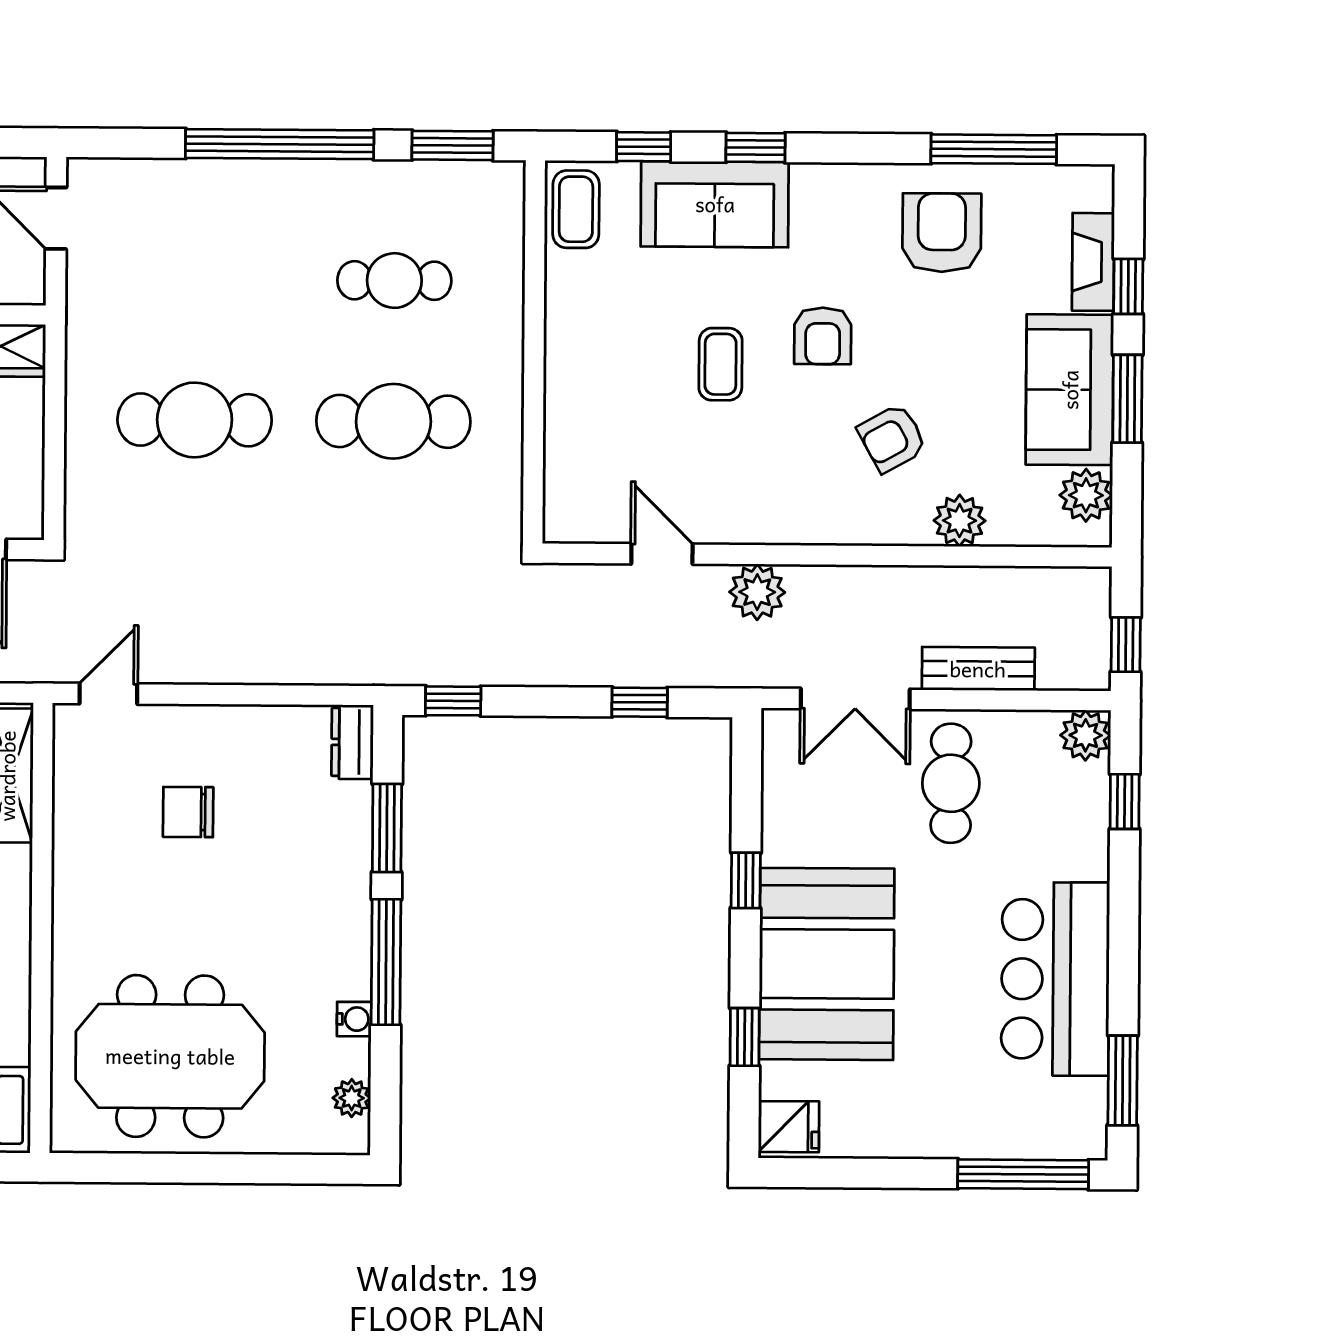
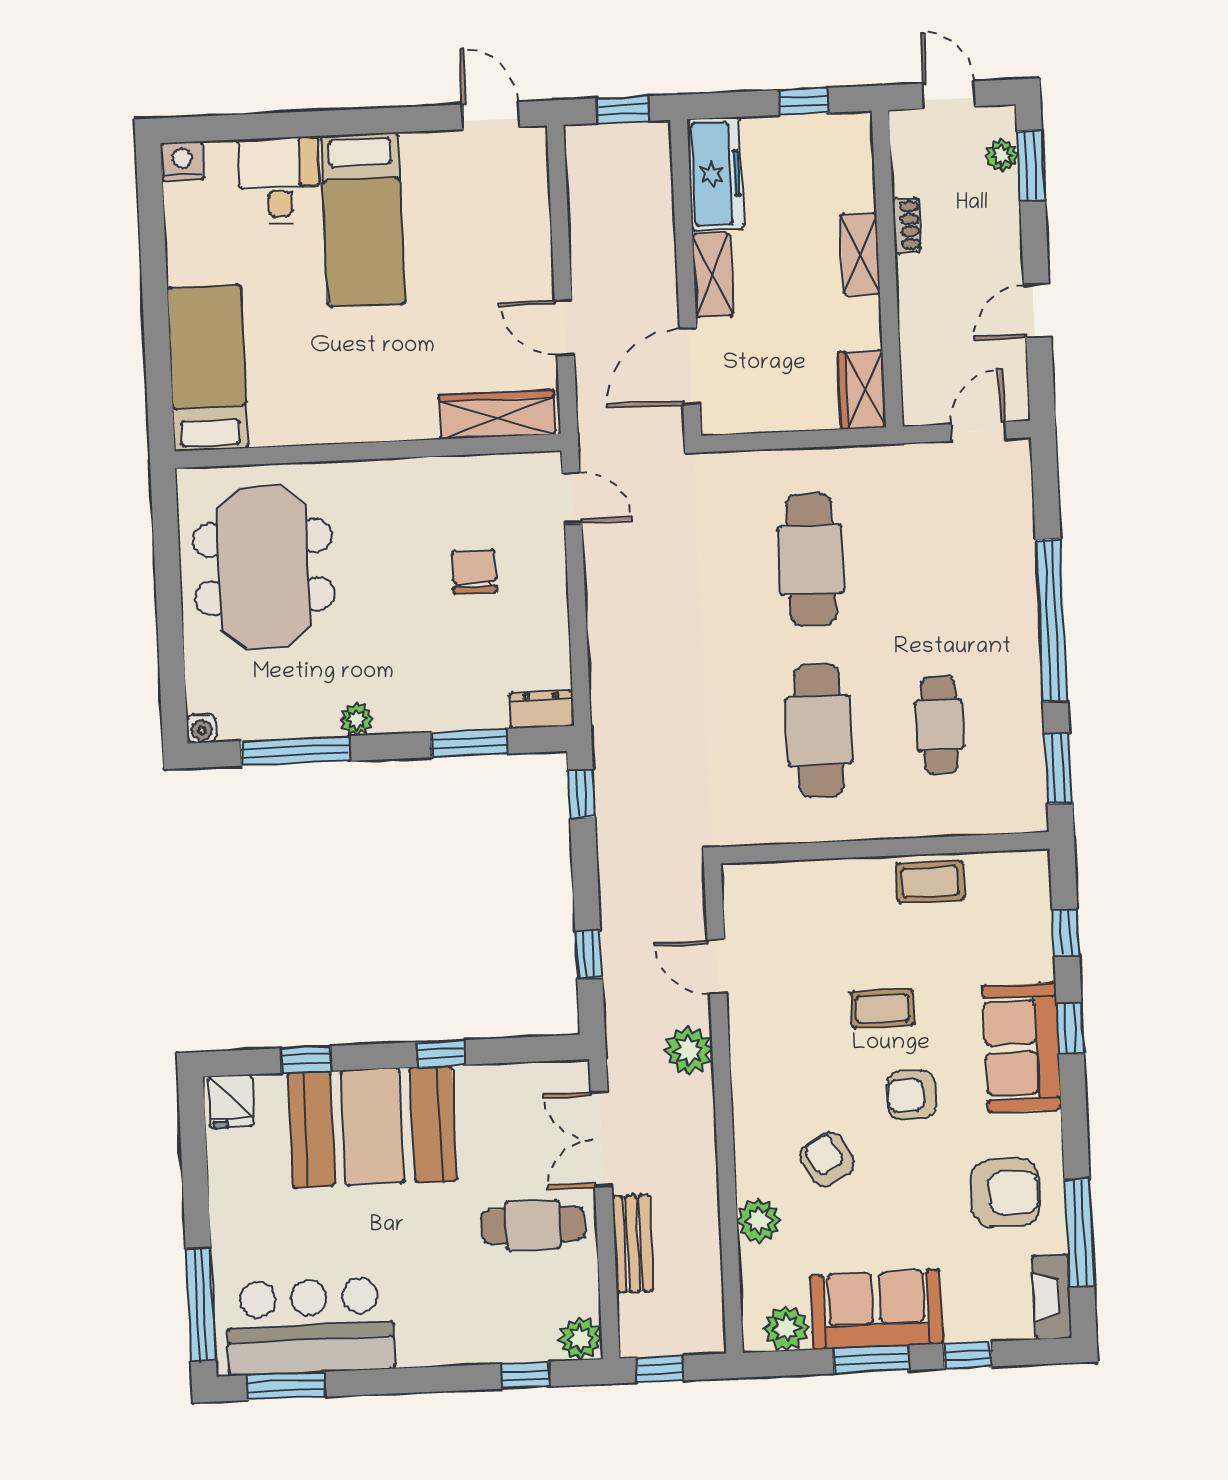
sofa: (715, 204) -> (1022, 1048), moved
coffee table: (576, 209) -> (930, 882), moved
fireplace: (1093, 262) -> (1052, 1297), moved, turned -90
door: (662, 554) -> (717, 967), swing flipped
window: (386, 962) -> (295, 751), moved
bar counter: (1055, 979) -> (310, 1326), moved
water cooler: (354, 1019) -> (202, 728), moved
plant: (352, 1098) -> (356, 719), moved

